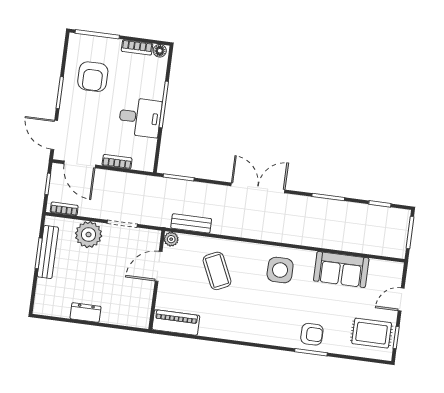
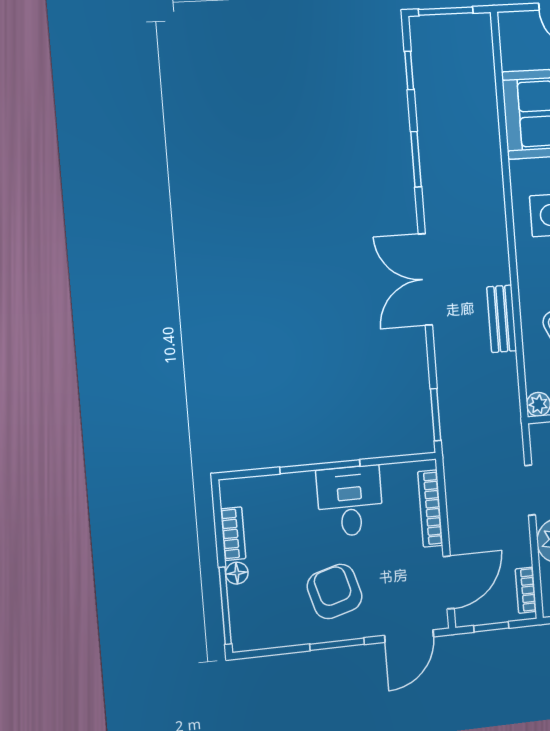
floor lamp: (160, 51) -> (237, 573), moved
armchair: (93, 77) -> (335, 591), moved, turned -106
bookcase: (117, 162) -> (430, 508), width x1.56
bench: (191, 223) -> (502, 319), moved

